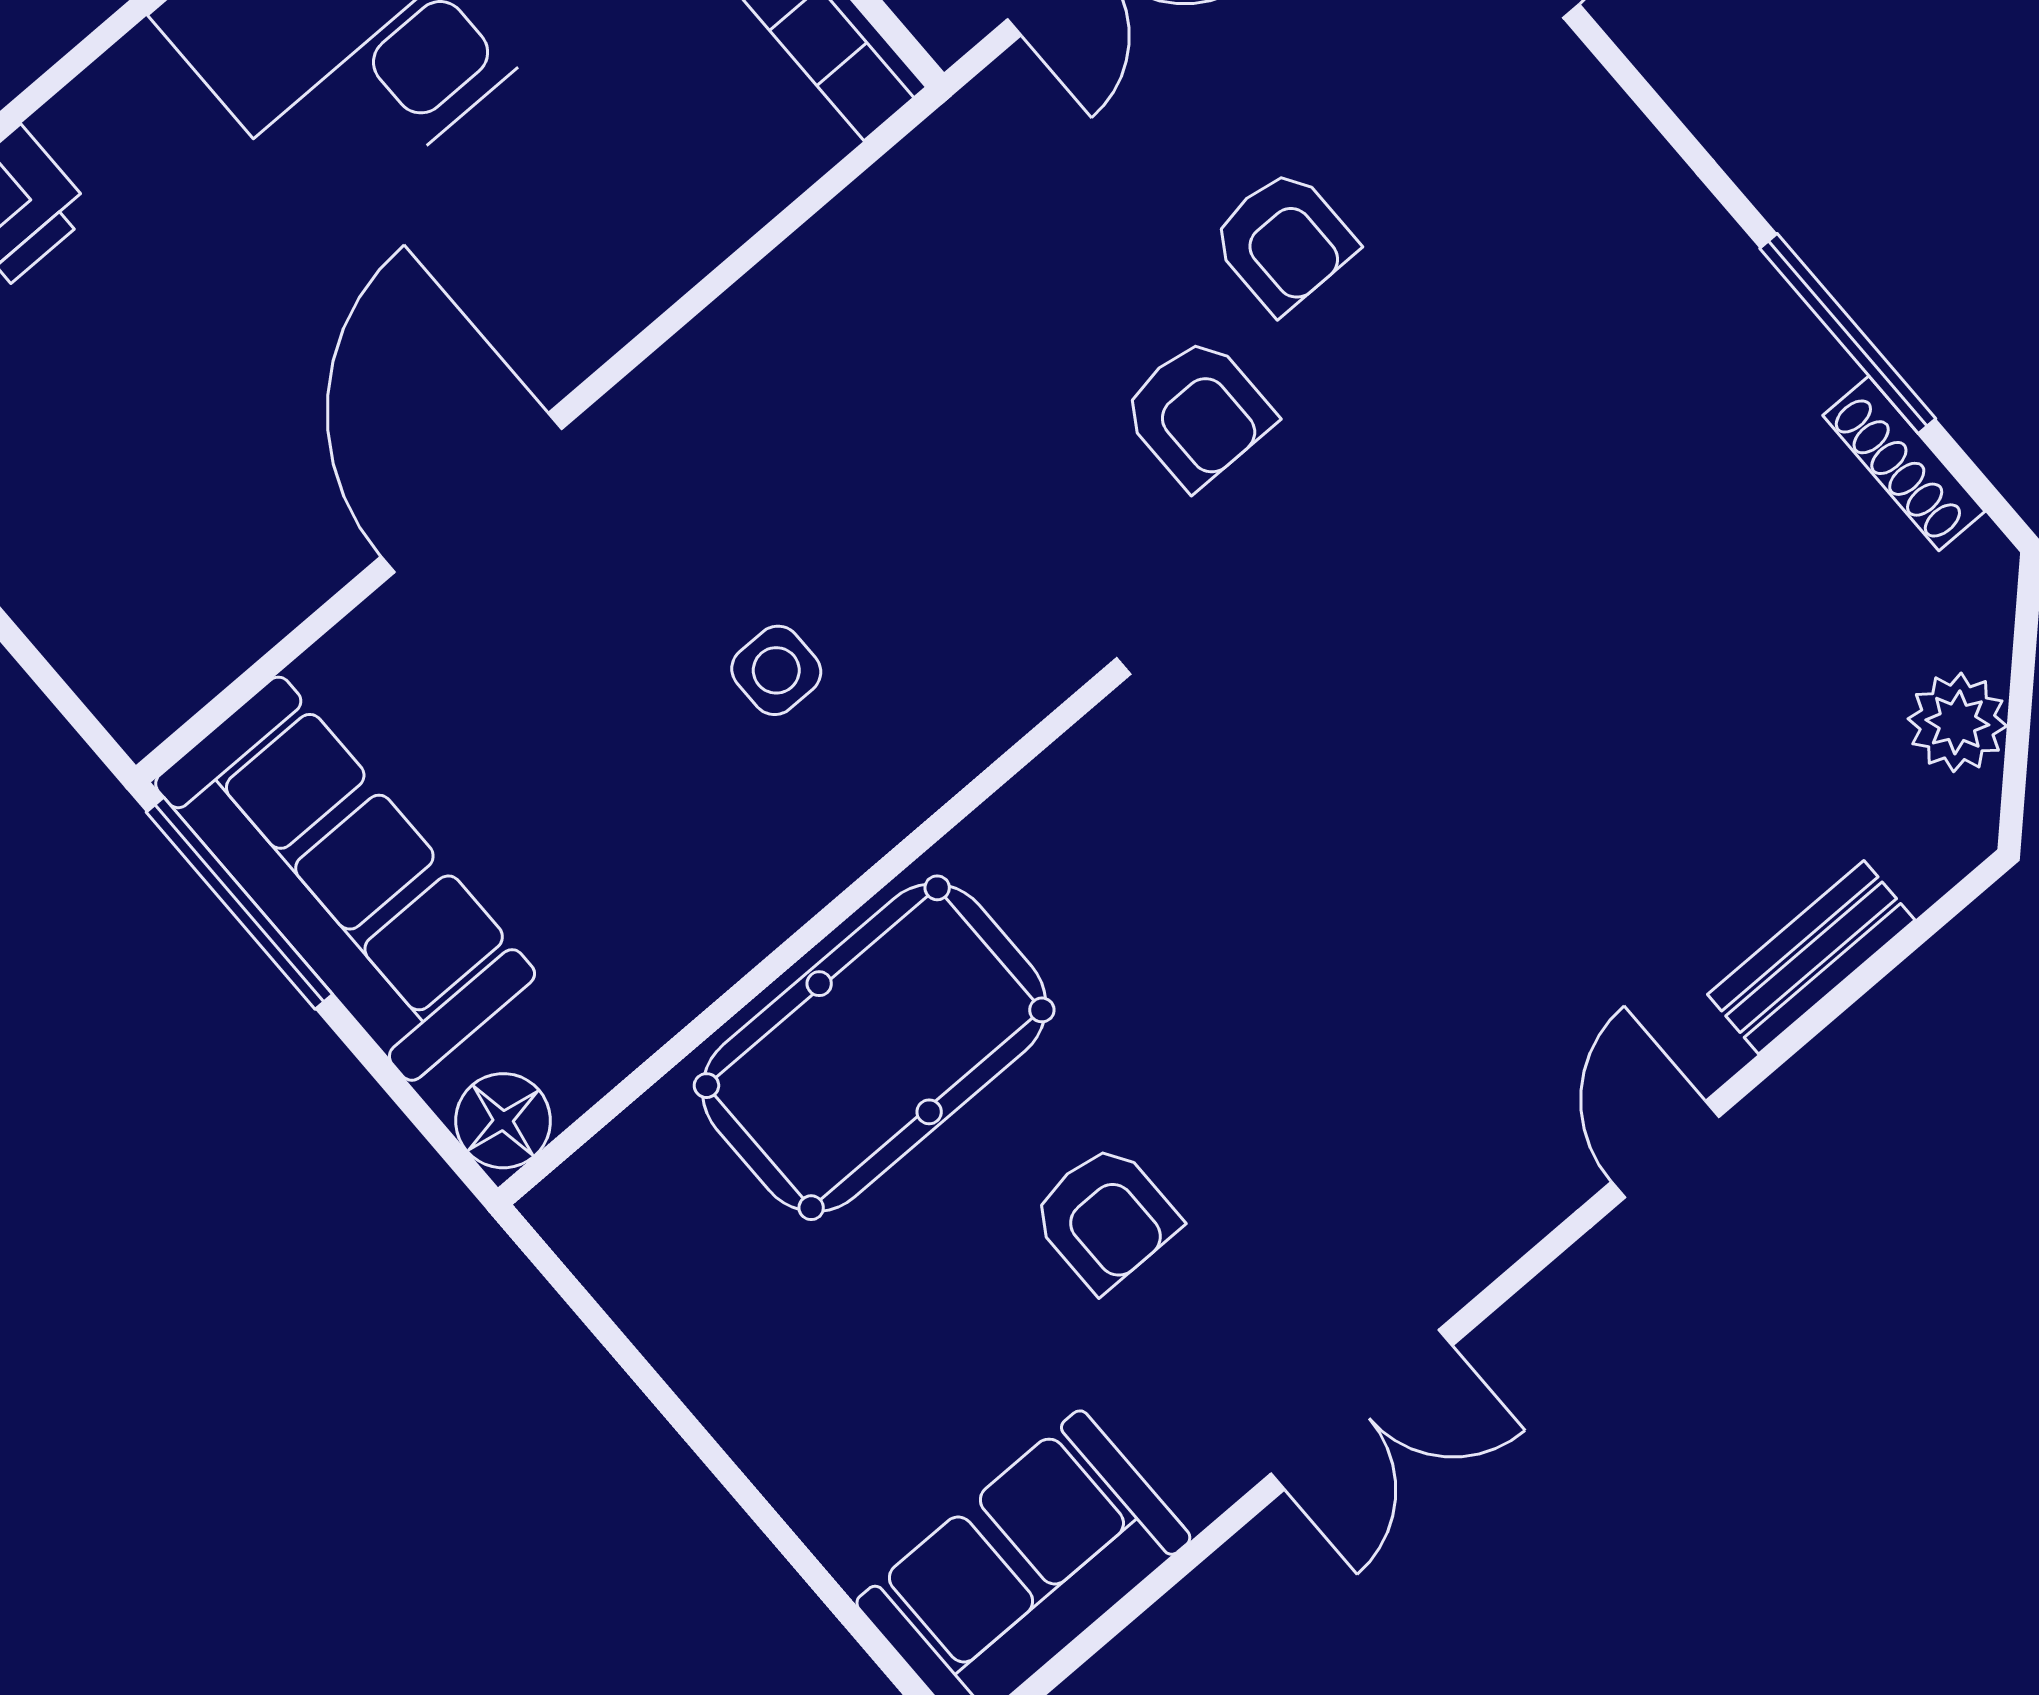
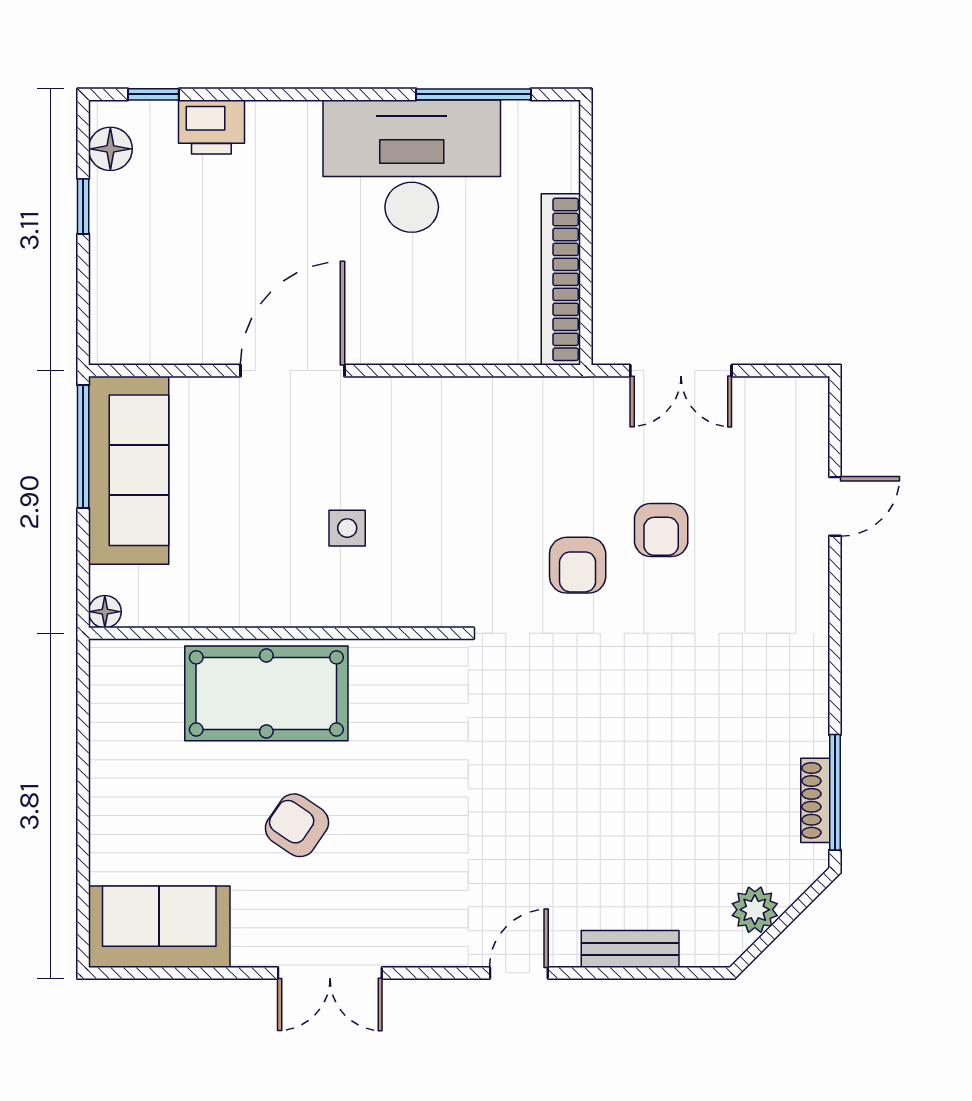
window: (1848, 334) -> (835, 792), moved
floor lamp: (503, 1121) -> (105, 612), width x0.73, depth x0.73
armchair: (1105, 1217) -> (297, 825), turned 124

